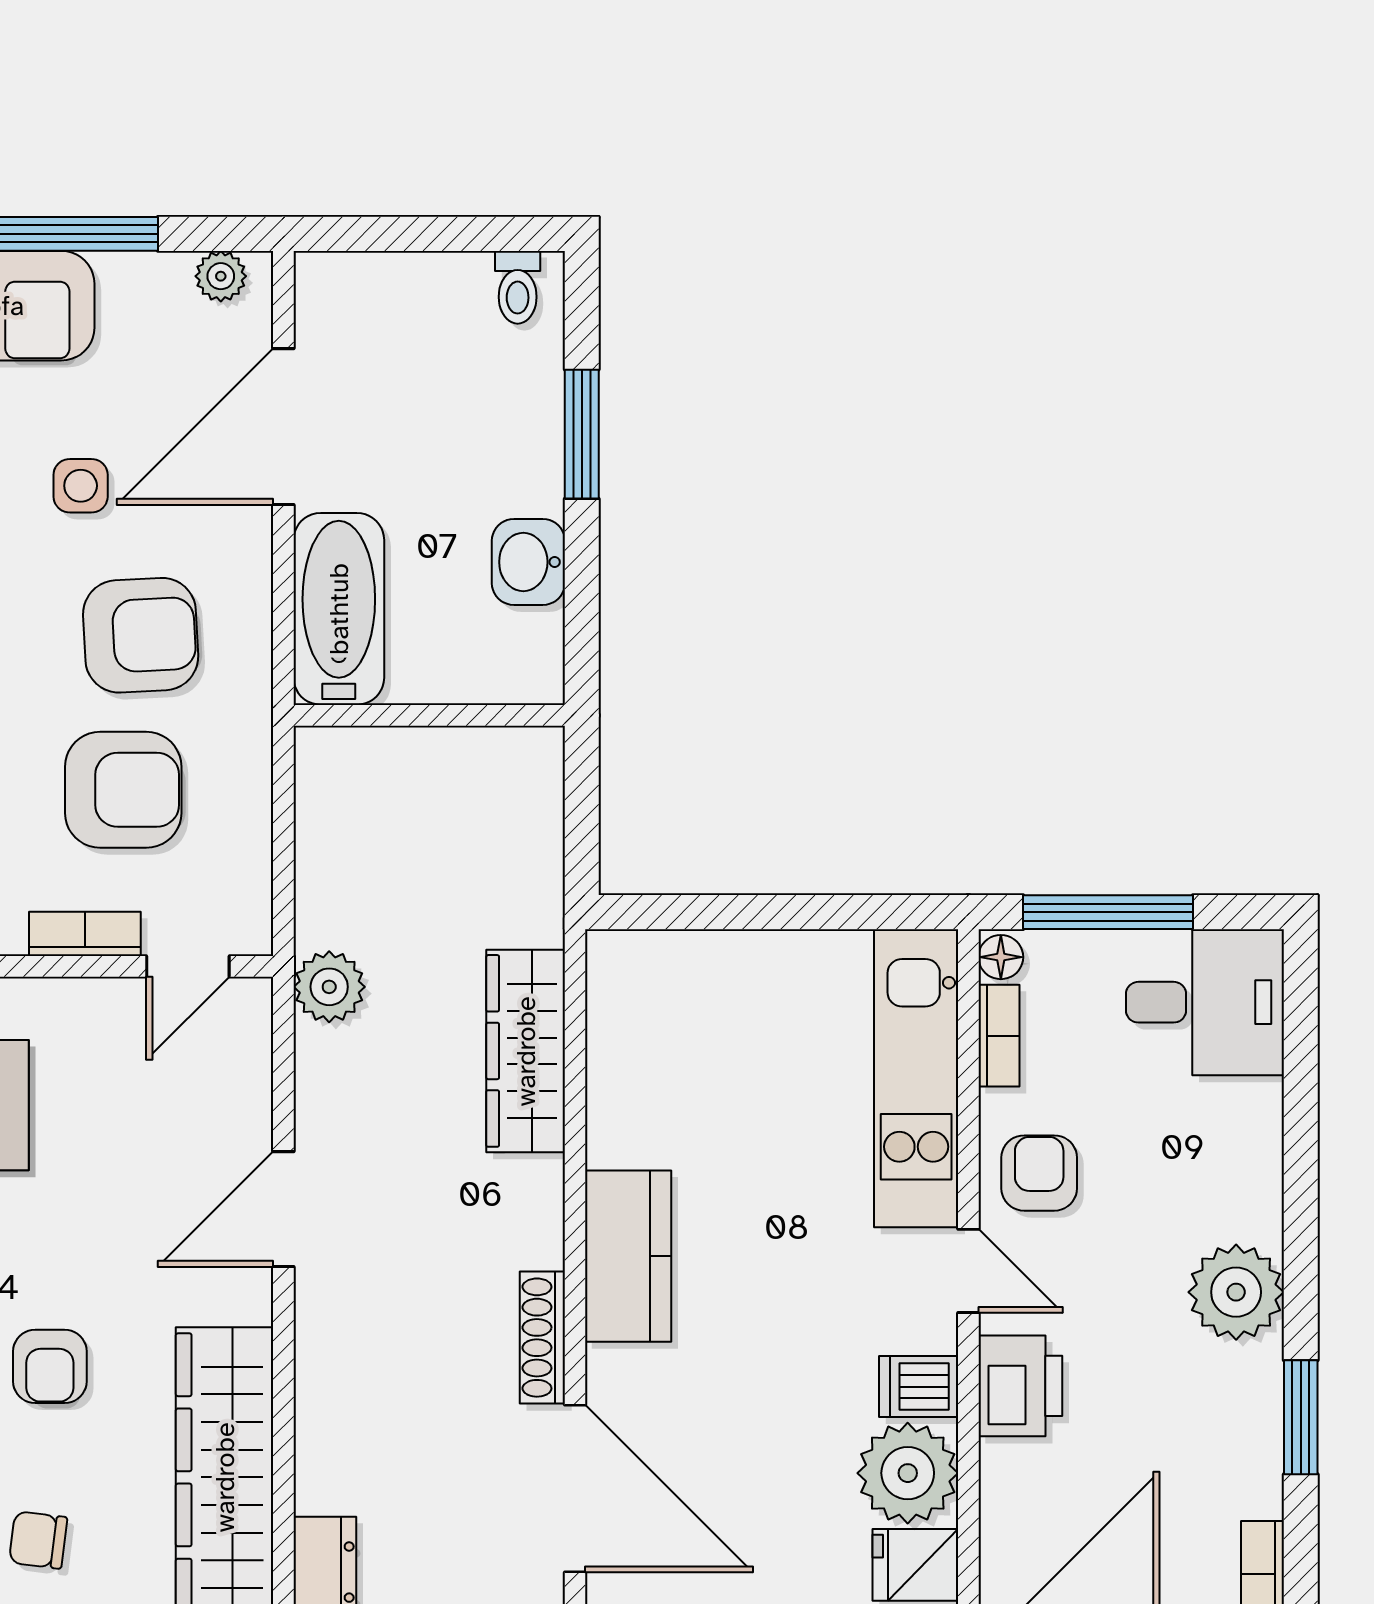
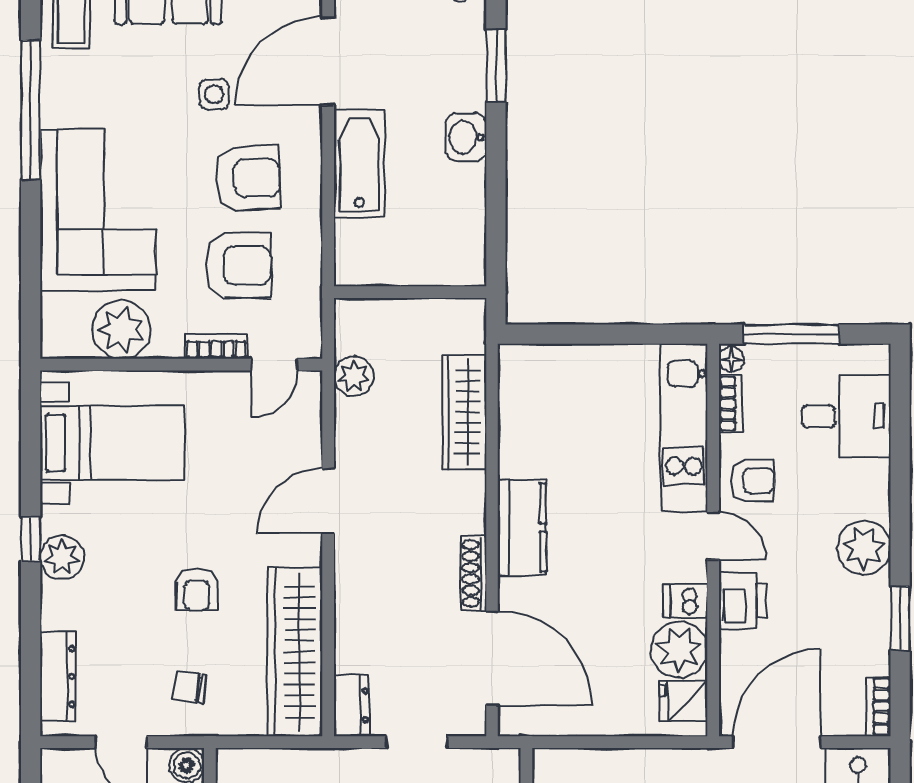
wall: (429, 715) -> (410, 292), moved
desk: (1205, 1002) -> (846, 416), moved
armchair: (1039, 1173) -> (753, 481), turned 90

